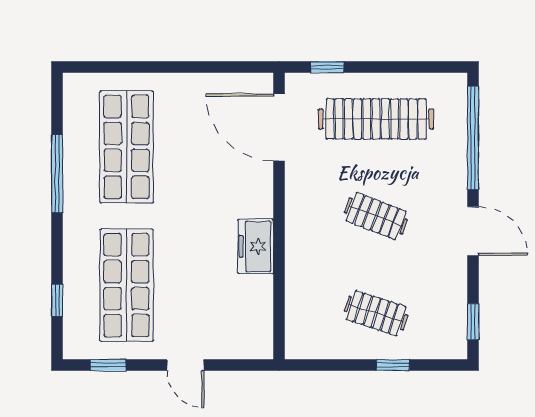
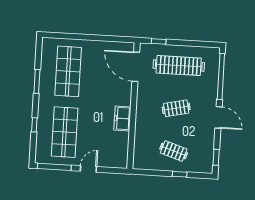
window: (57, 174) -> (37, 81), width x0.69
clothes rail: (376, 216) -> (176, 108), turned -33
window: (57, 300) -> (34, 125), moved
window: (108, 365) -> (54, 167), width x2.17
door: (185, 365) -> (88, 169), swing flipped

